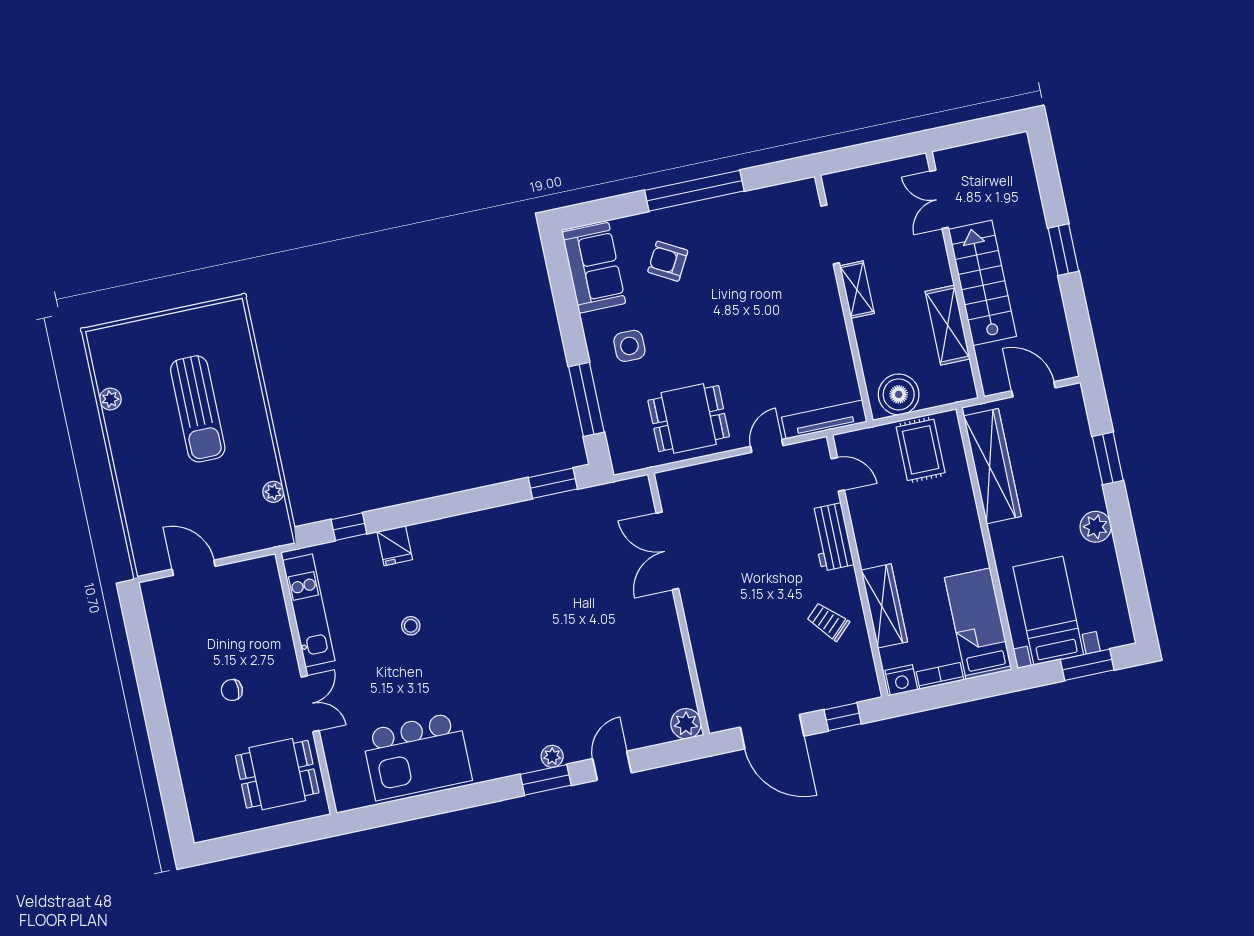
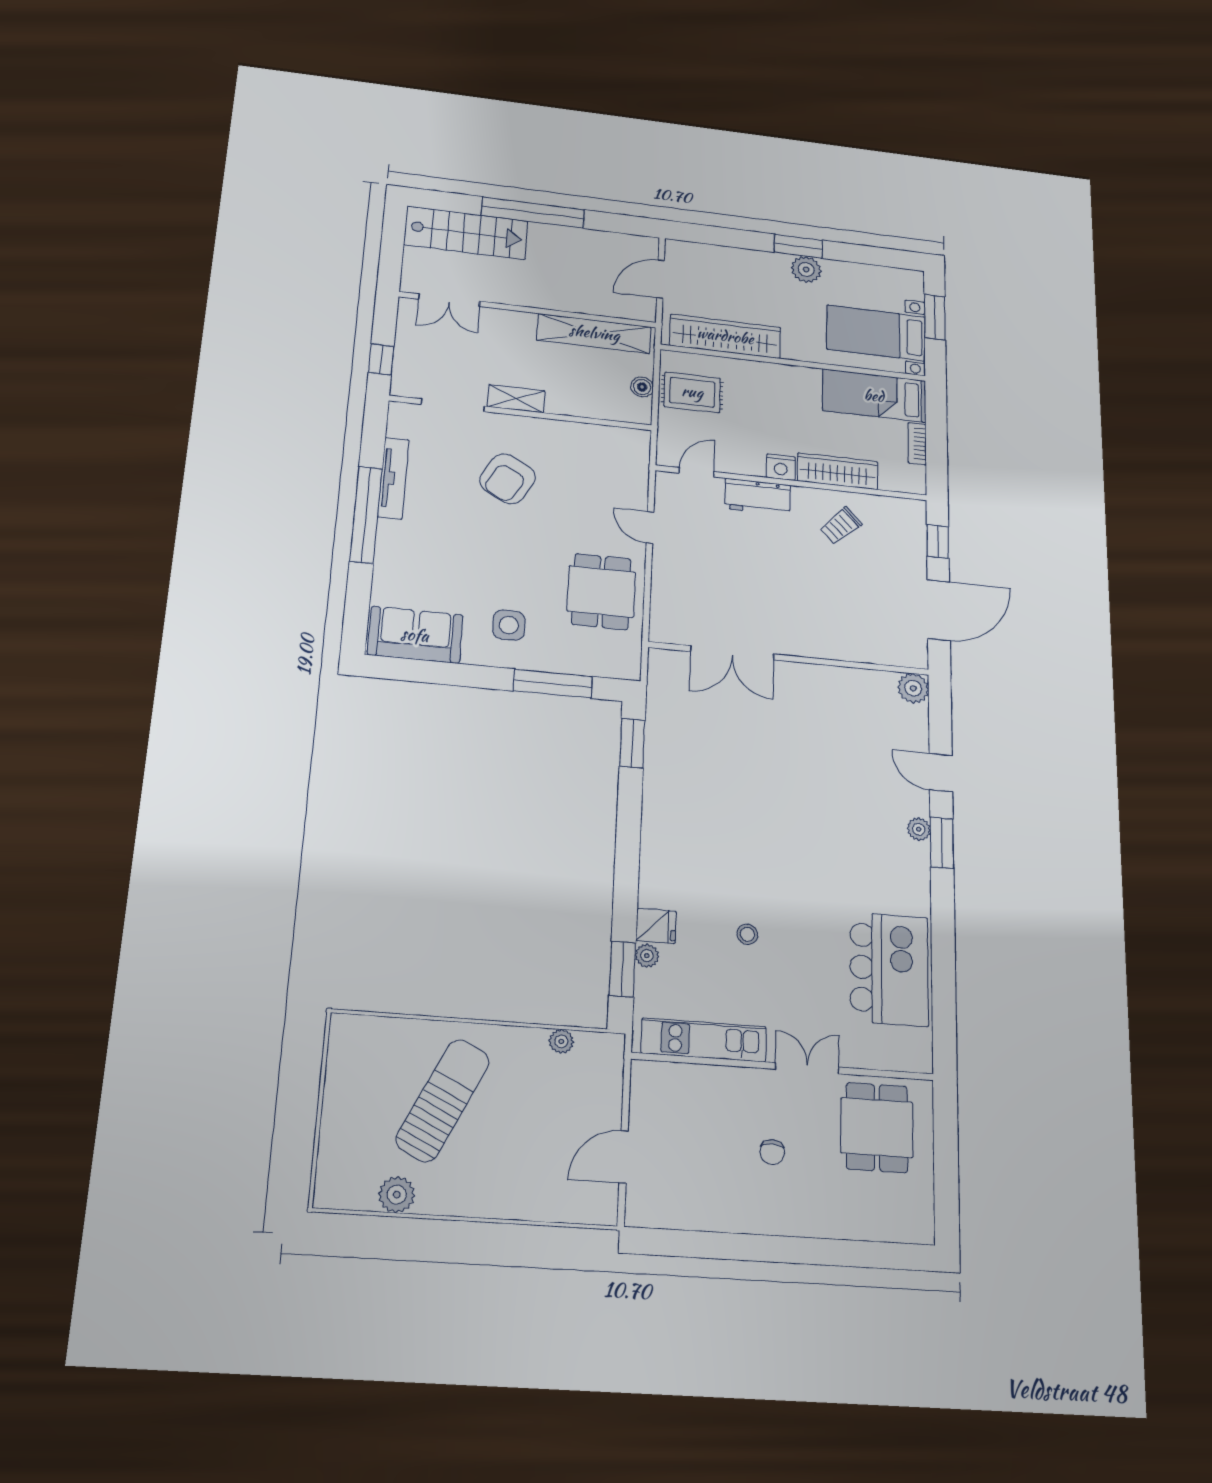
window: (855, 157) -> (381, 359), added
window: (1063, 250) -> (533, 213), width x2.11
armchair: (668, 261) -> (508, 479), moved, width x1.38, depth x1.38
stairs: (982, 283) -> (466, 233), moved, turned 180
shelving: (948, 325) -> (594, 333), width x1.47
boiler: (899, 394) -> (642, 387), width x0.54, depth x0.54
plant: (110, 399) -> (397, 1195), width x1.38, depth x1.38
sun lounger: (198, 409) -> (443, 1100), turned -64
tv unit: (824, 420) -> (393, 478), moved, turned 180
window: (1108, 458) -> (798, 246), moved
window: (349, 527) -> (622, 969), width x1.50
plant: (367, 544) -> (647, 956), added
nightstand: (901, 680) -> (781, 467), moved, turned 90

